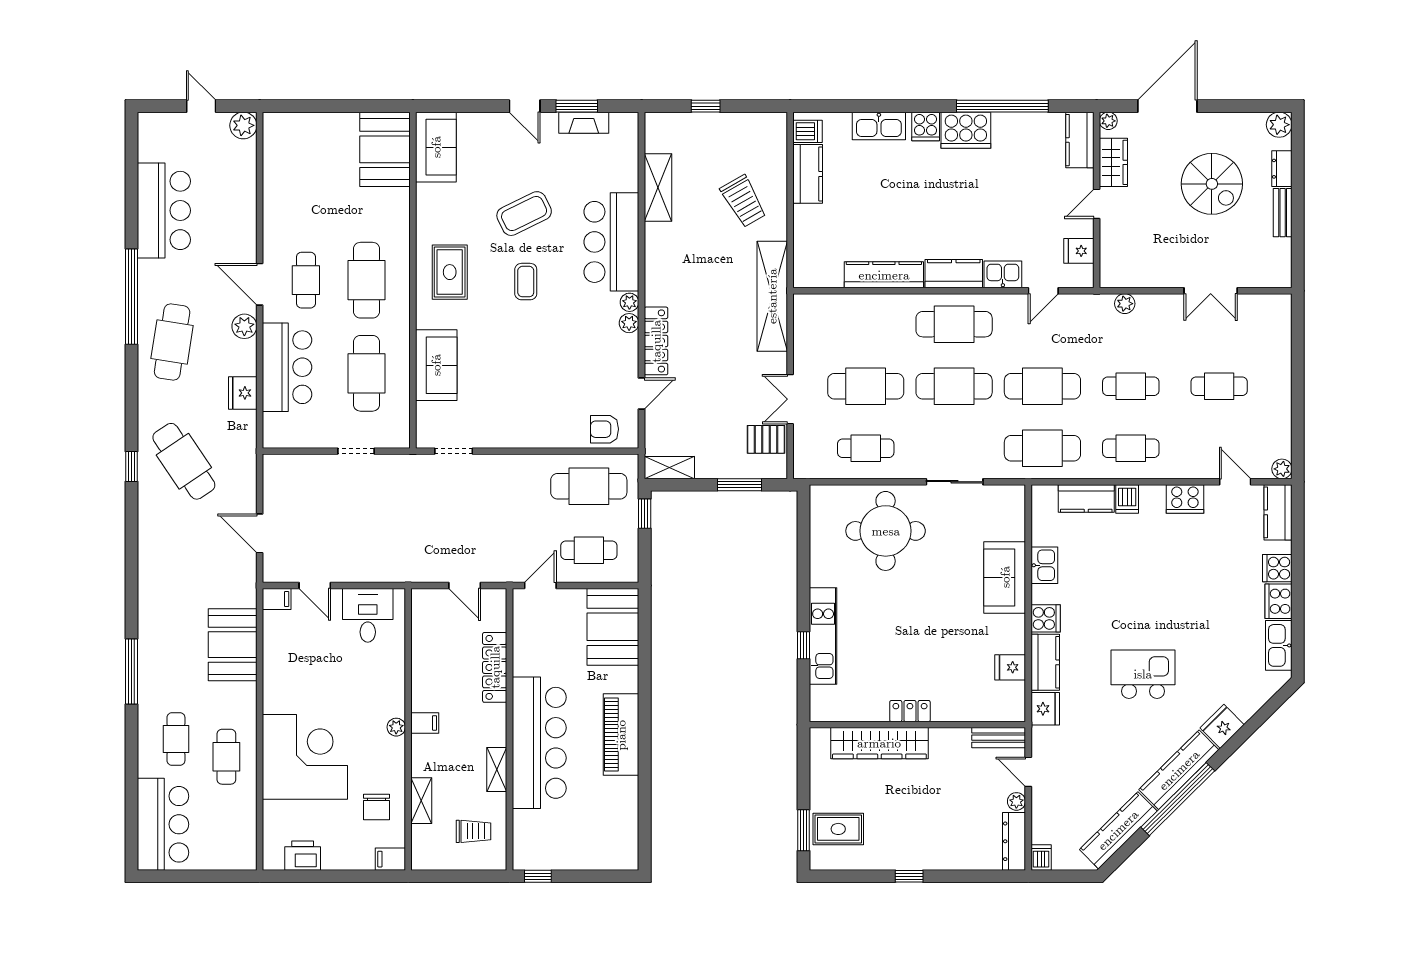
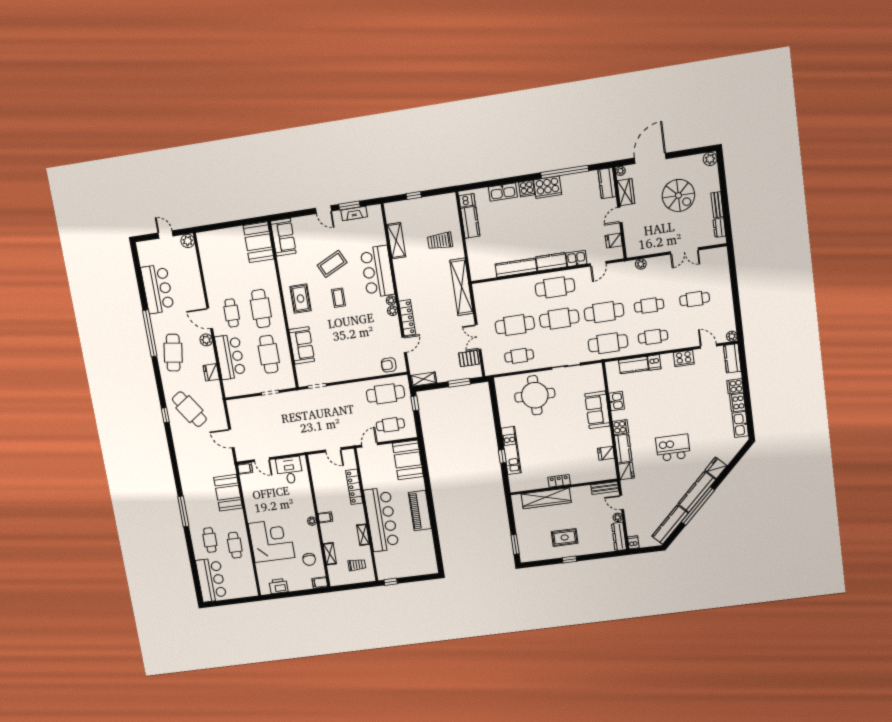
dresser: (1282, 169) -> (719, 228), moved
trolley: (743, 201) -> (440, 241), turned 120
rug: (838, 829) -> (565, 537), moved

